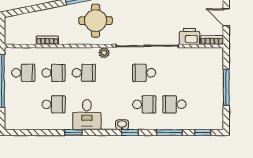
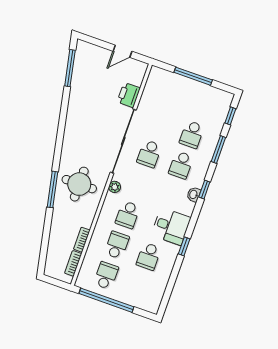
bookcase: (212, 40) -> (73, 263), moved
school desk: (84, 73) -> (128, 215), turned 180
school desk: (53, 104) -> (149, 256), turned 180
school desk: (144, 104) -> (181, 165), turned 180

